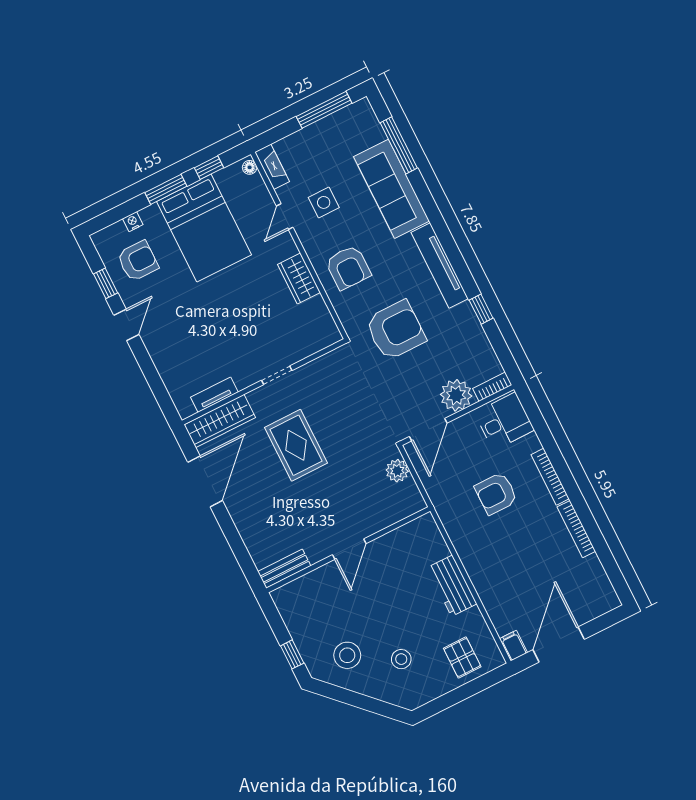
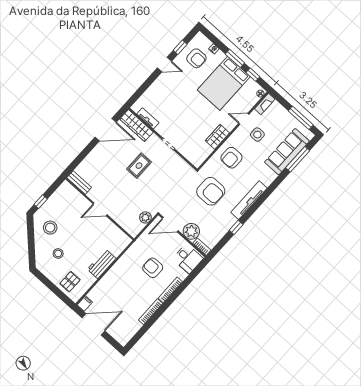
sofa: (392, 189) -> (287, 152), moved
rug: (296, 445) -> (139, 166), width x0.73, depth x0.70

